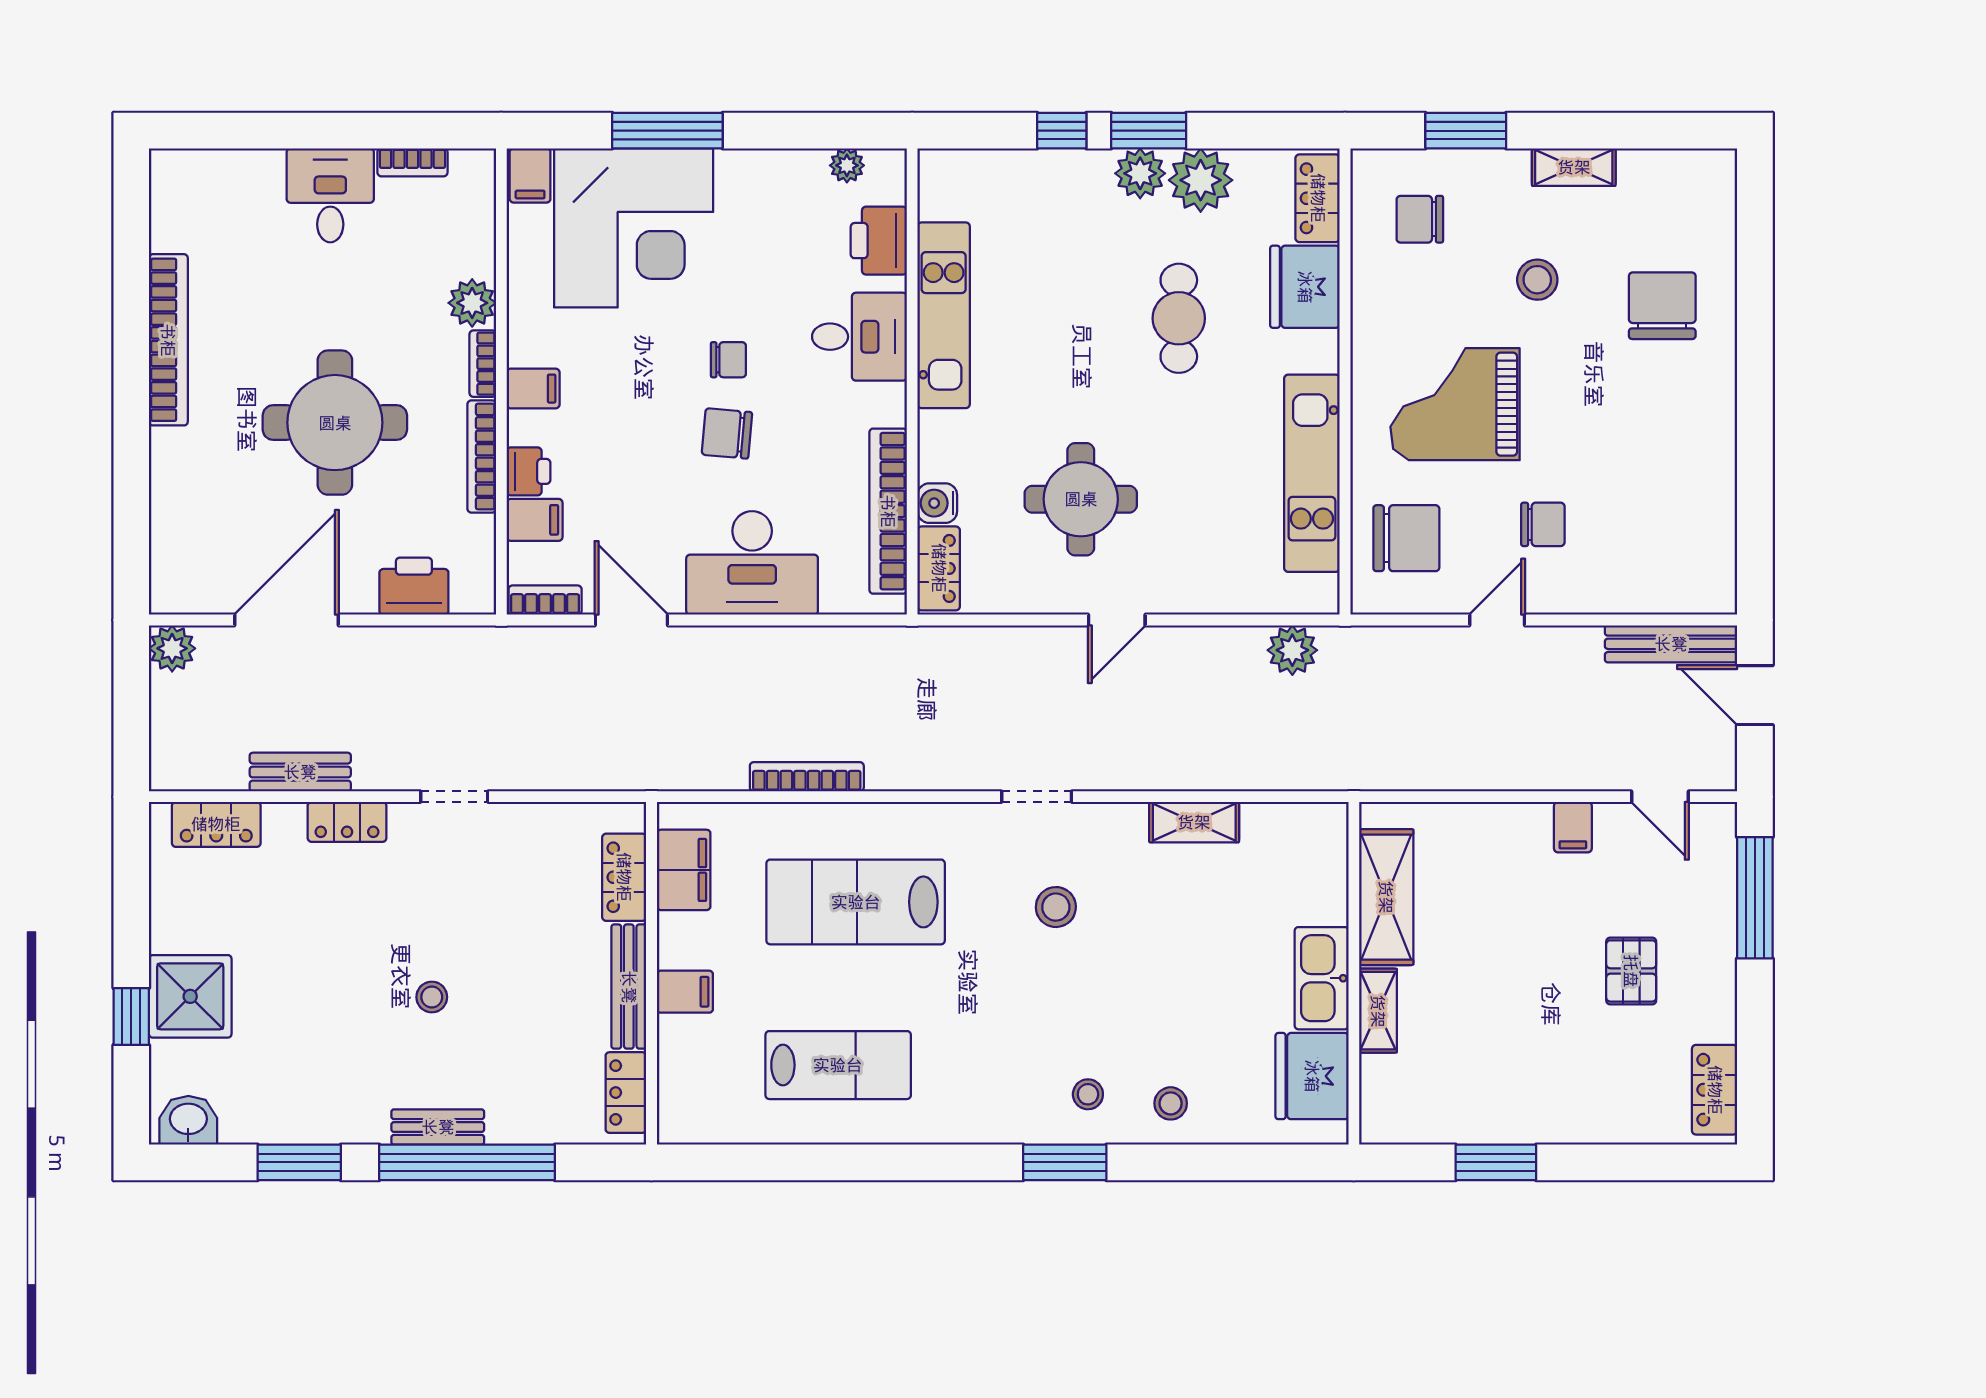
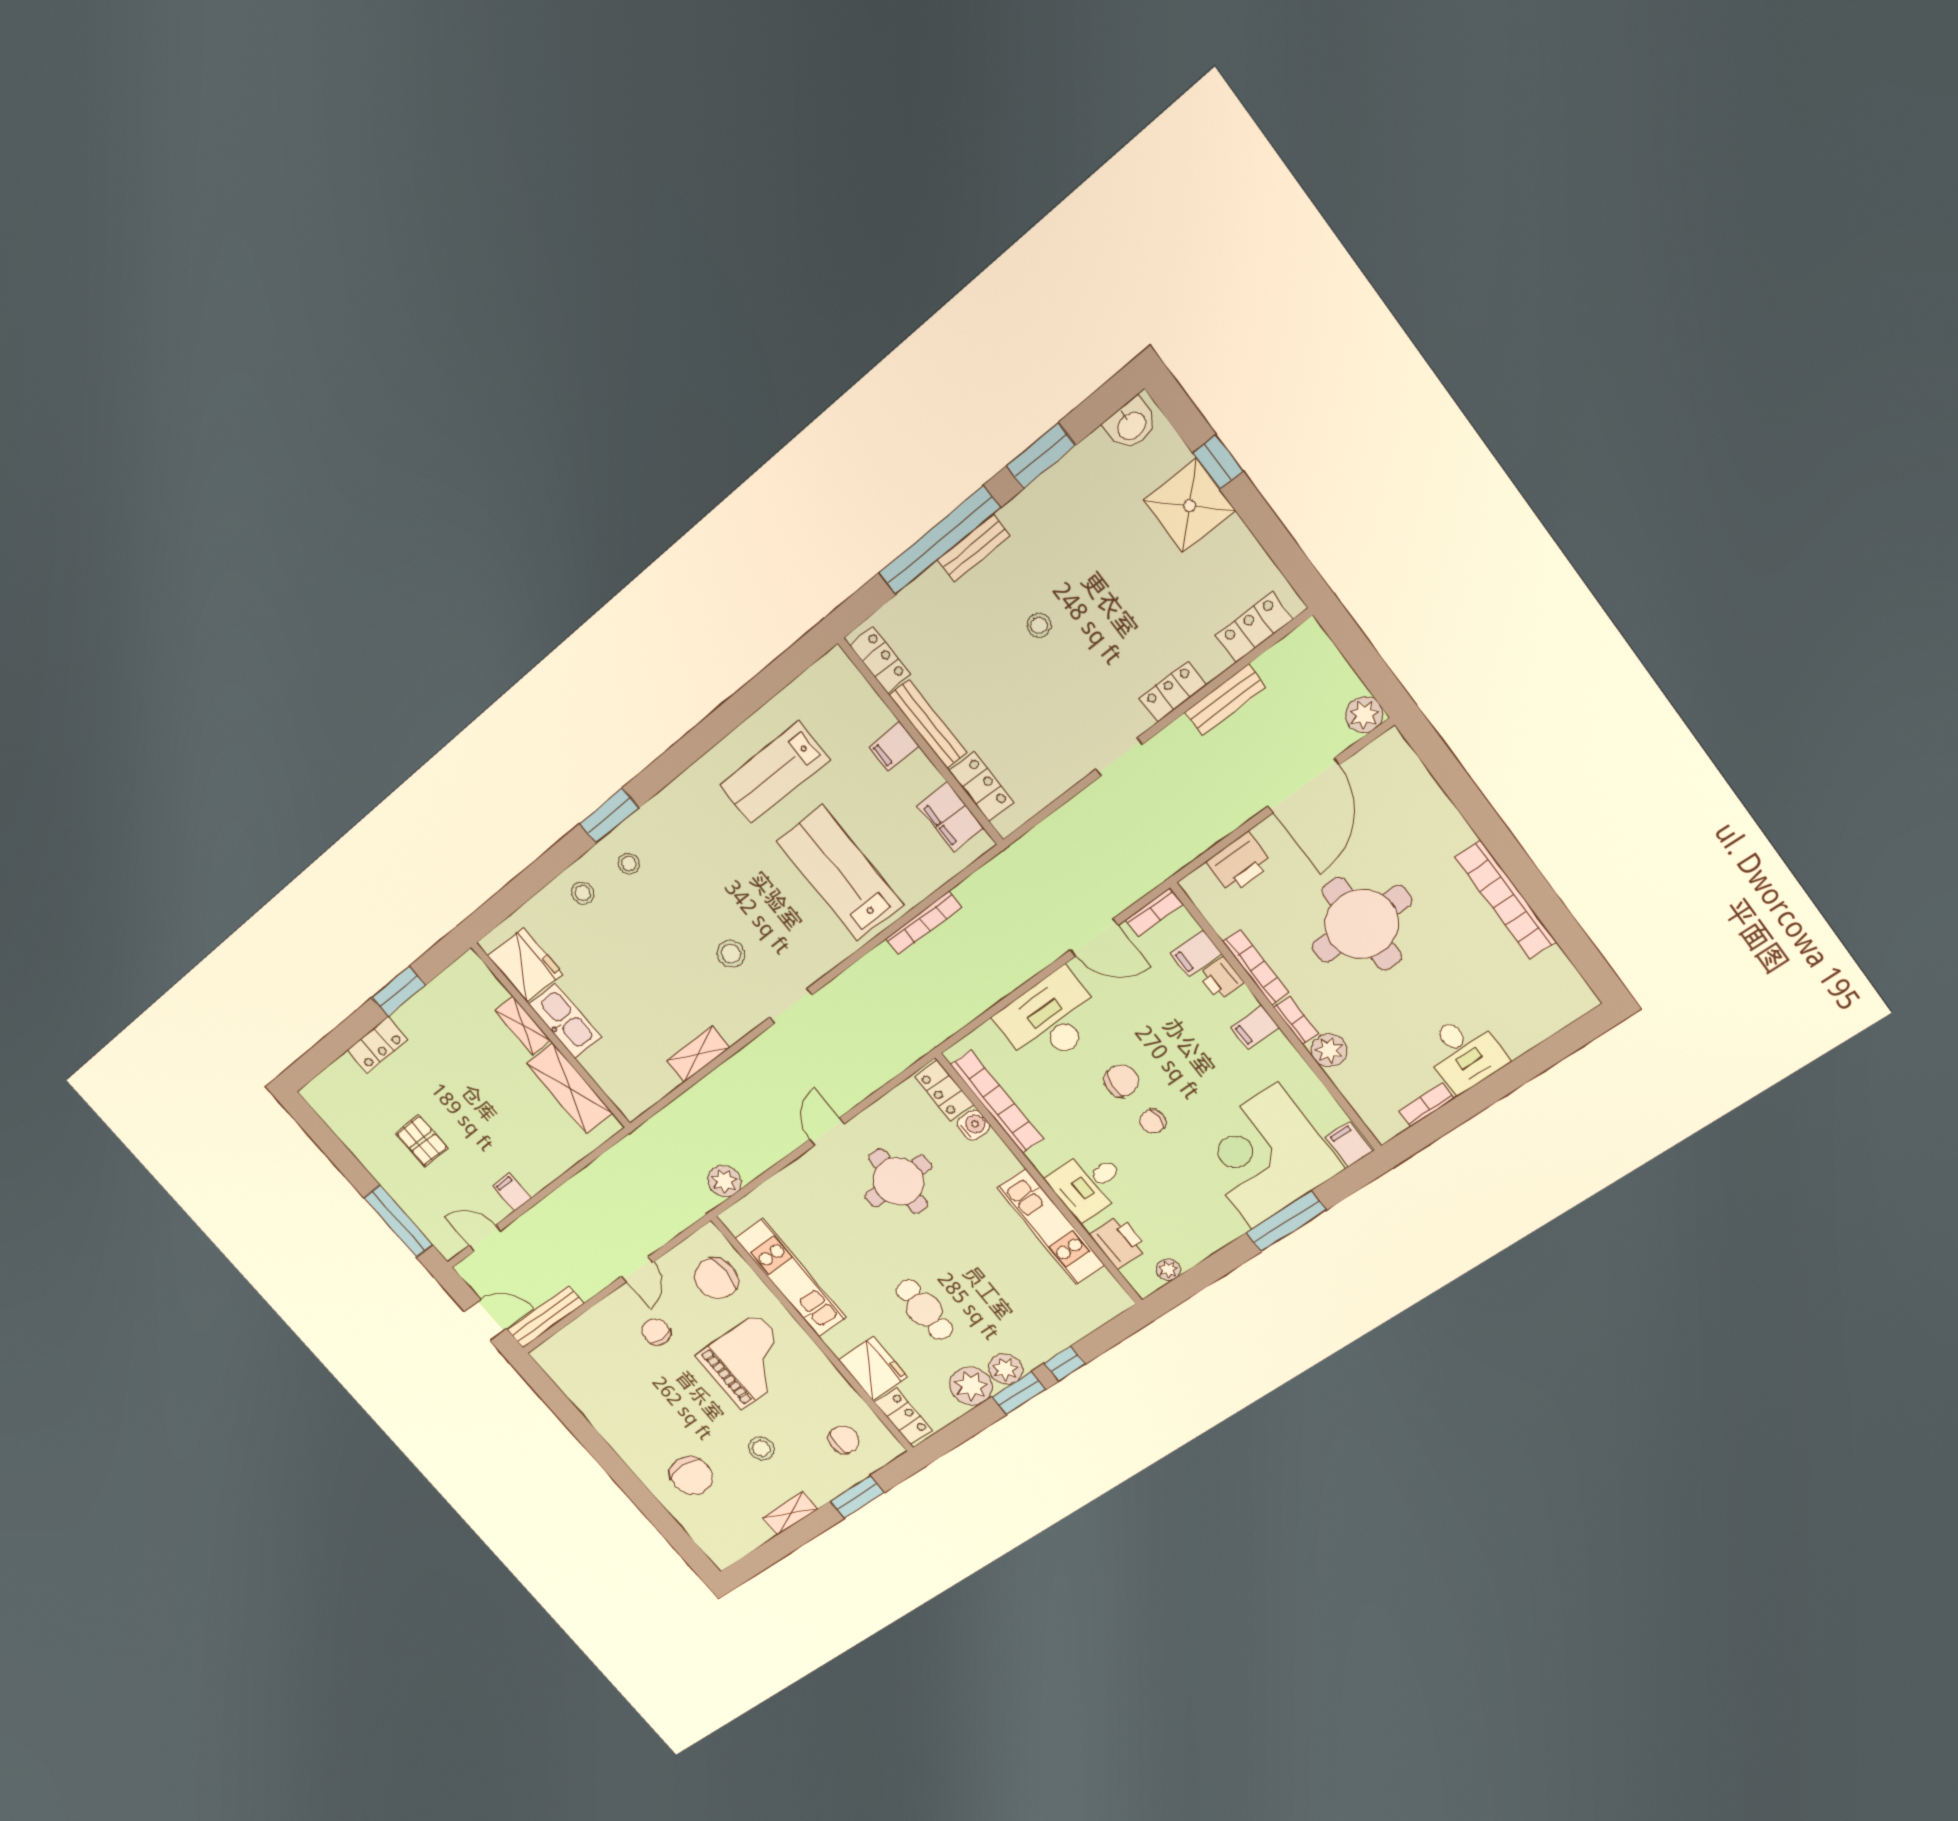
chair: (1543, 524) -> (656, 1332), turned 90
lab bench: (856, 902) -> (840, 873), turned -90
locker: (1715, 1090) -> (377, 1045), moved, turned 90

